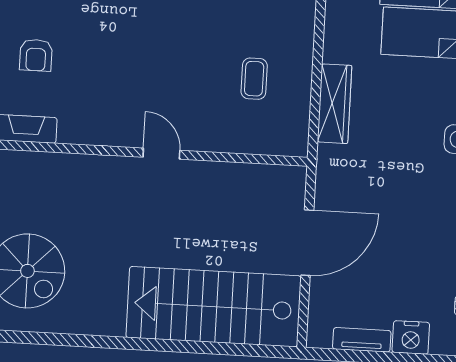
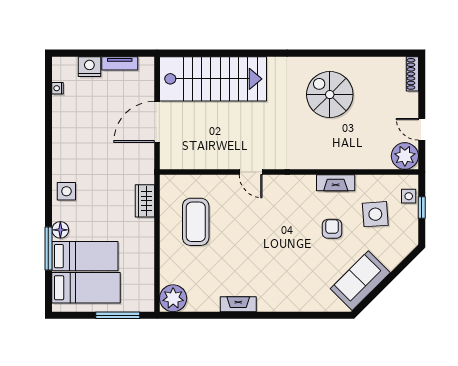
coffee table: (254, 79) -> (196, 222), width x1.86, depth x1.72
wardrobe: (334, 104) -> (145, 201), width x0.67

